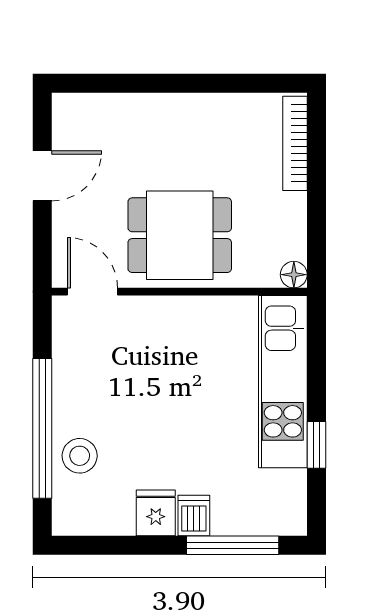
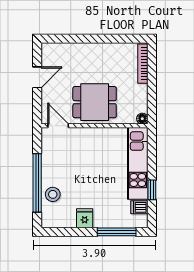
dishwasher: (194, 516) -> (139, 207), moved, turned -90

